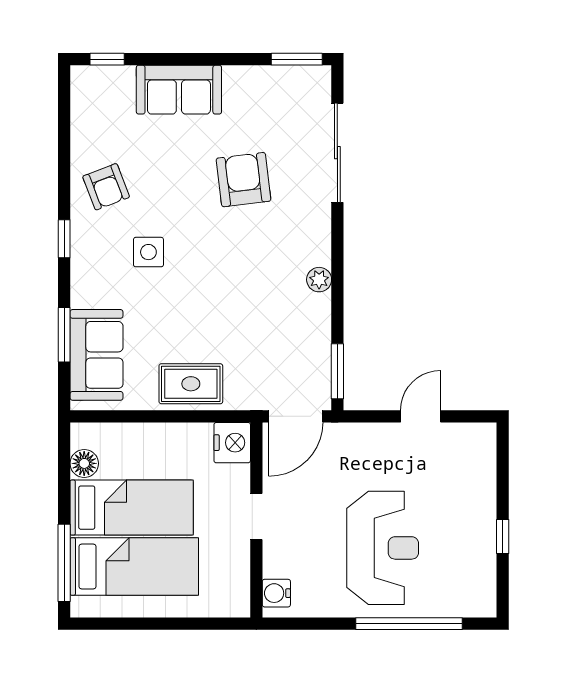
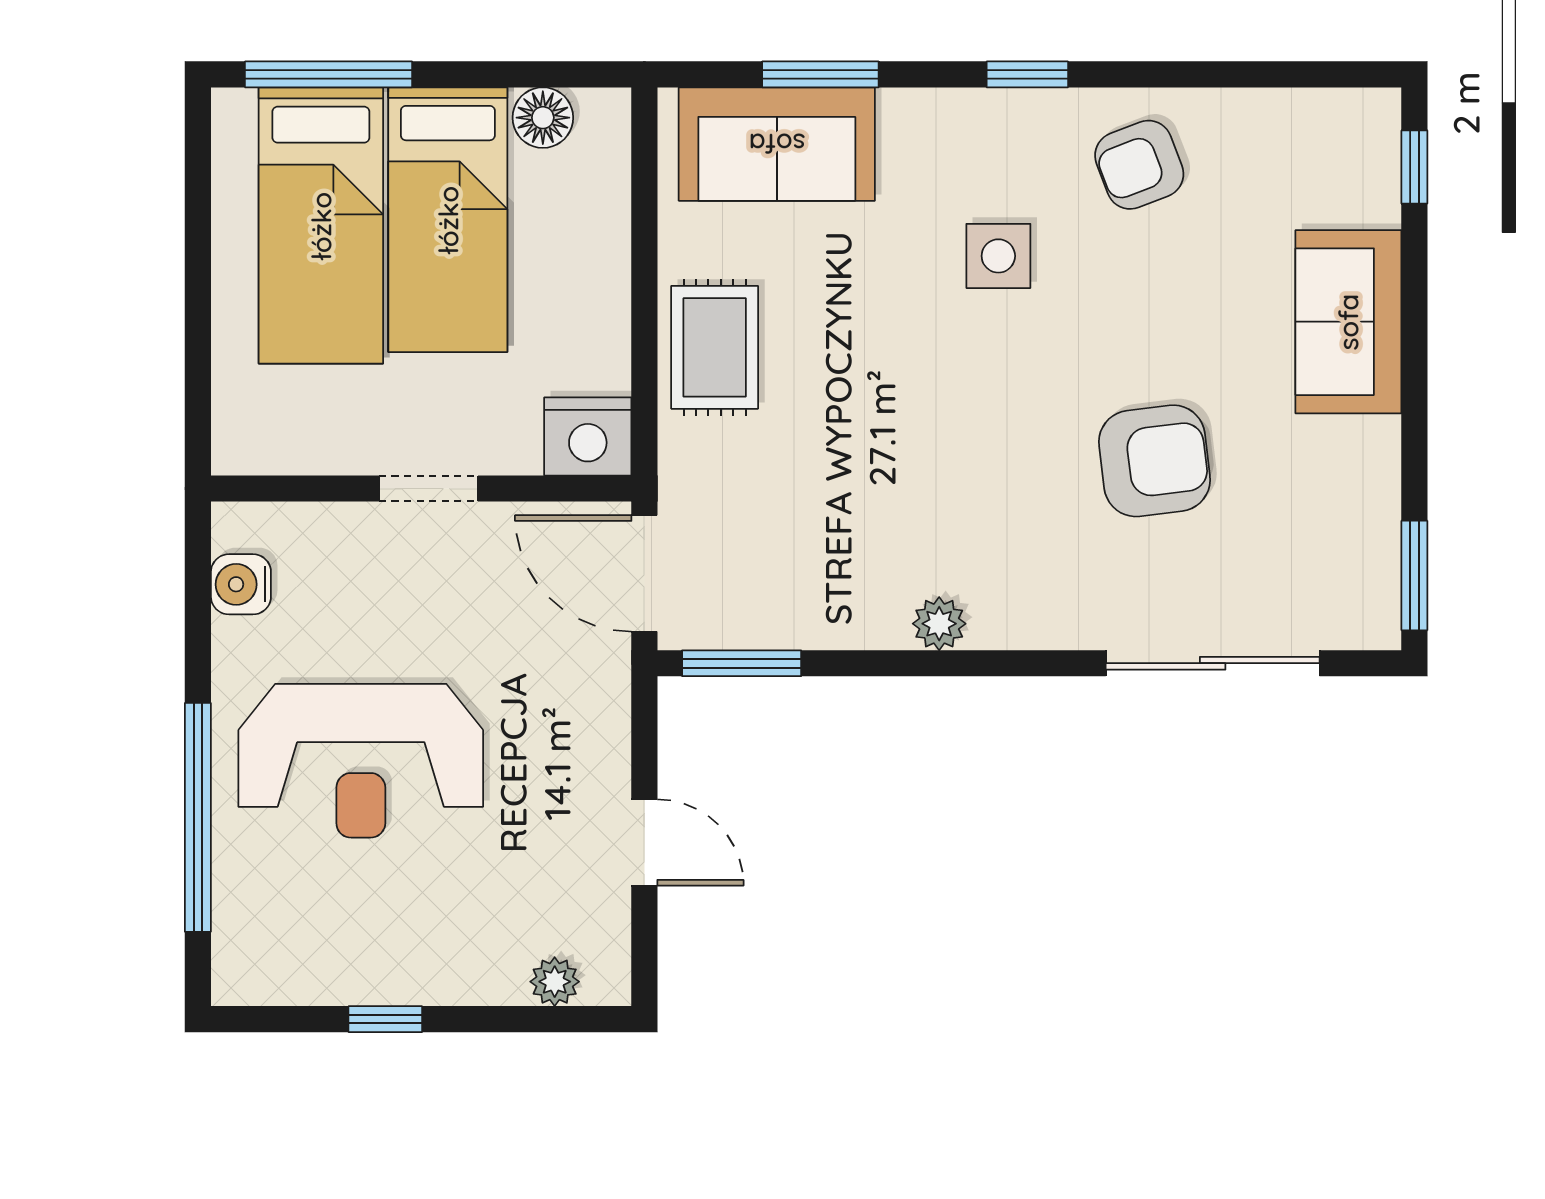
plant: (485, 458) -> (555, 982), added
water cooler: (276, 593) -> (241, 584), moved, turned -90

